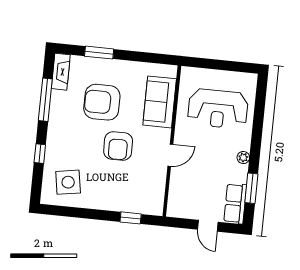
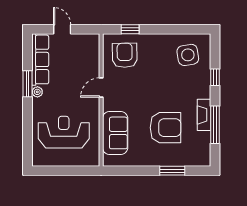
fireplace: (61, 72) -> (204, 115), moved
armchair: (118, 146) -> (125, 55), moved
window: (251, 188) -> (28, 84), moved
row of seats: (235, 203) -> (40, 59), width x1.48

